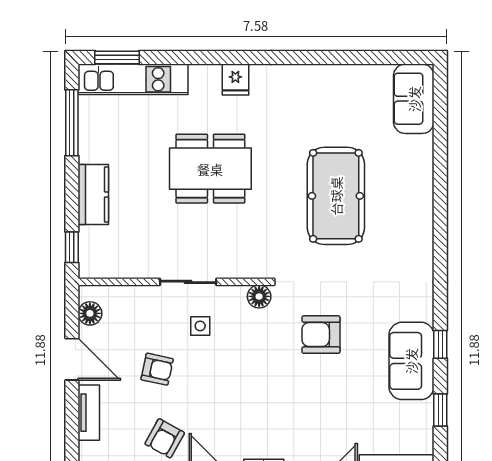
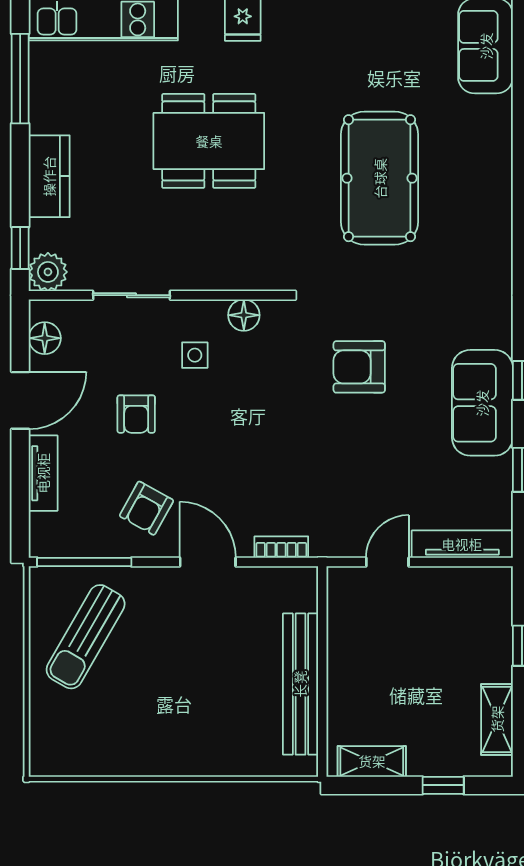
plant: (92, 265) -> (48, 272), added
sliding door: (188, 282) -> (131, 295), moved
floor lamp: (259, 296) -> (244, 315), moved
door: (72, 359) -> (20, 400), hinge flipped
armchair: (157, 369) -> (136, 414), turned 78

